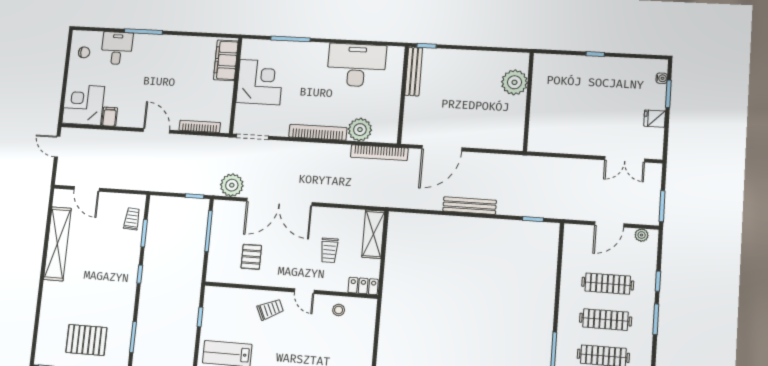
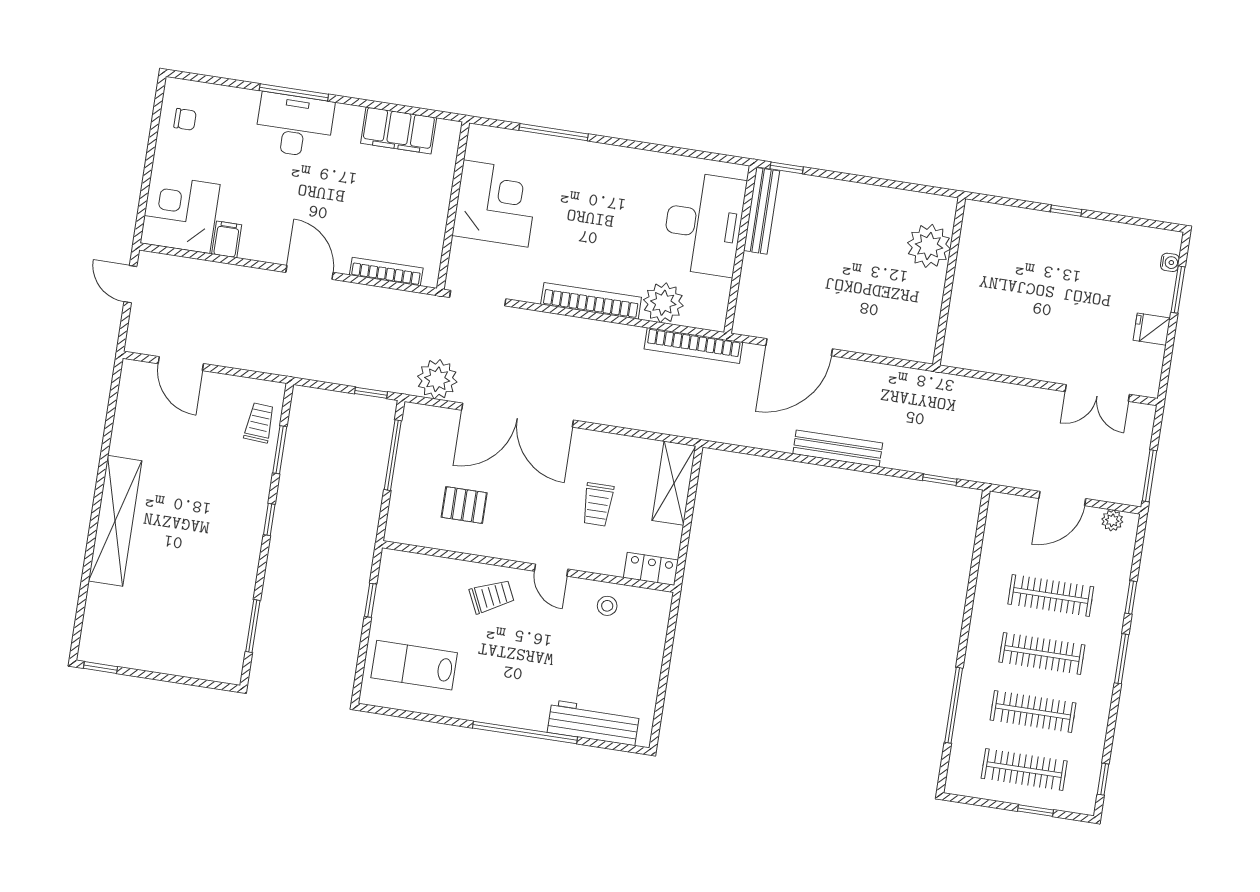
desk: (117, 48) -> (294, 125), moved, width x1.37
filing cabinet: (226, 60) -> (399, 130), moved, turned -90
desk: (356, 65) -> (704, 224), moved, turned 90
shelving: (57, 244) -> (115, 521), moved
pallet: (251, 257) -> (464, 505), turned 90
pallet: (86, 340) -> (171, 625), removed

